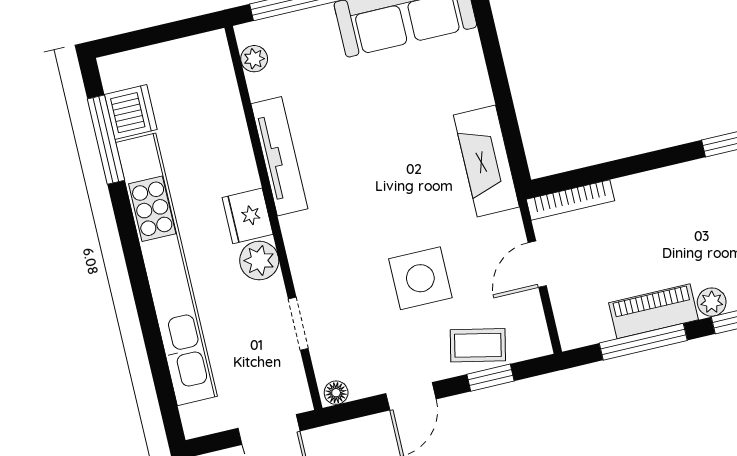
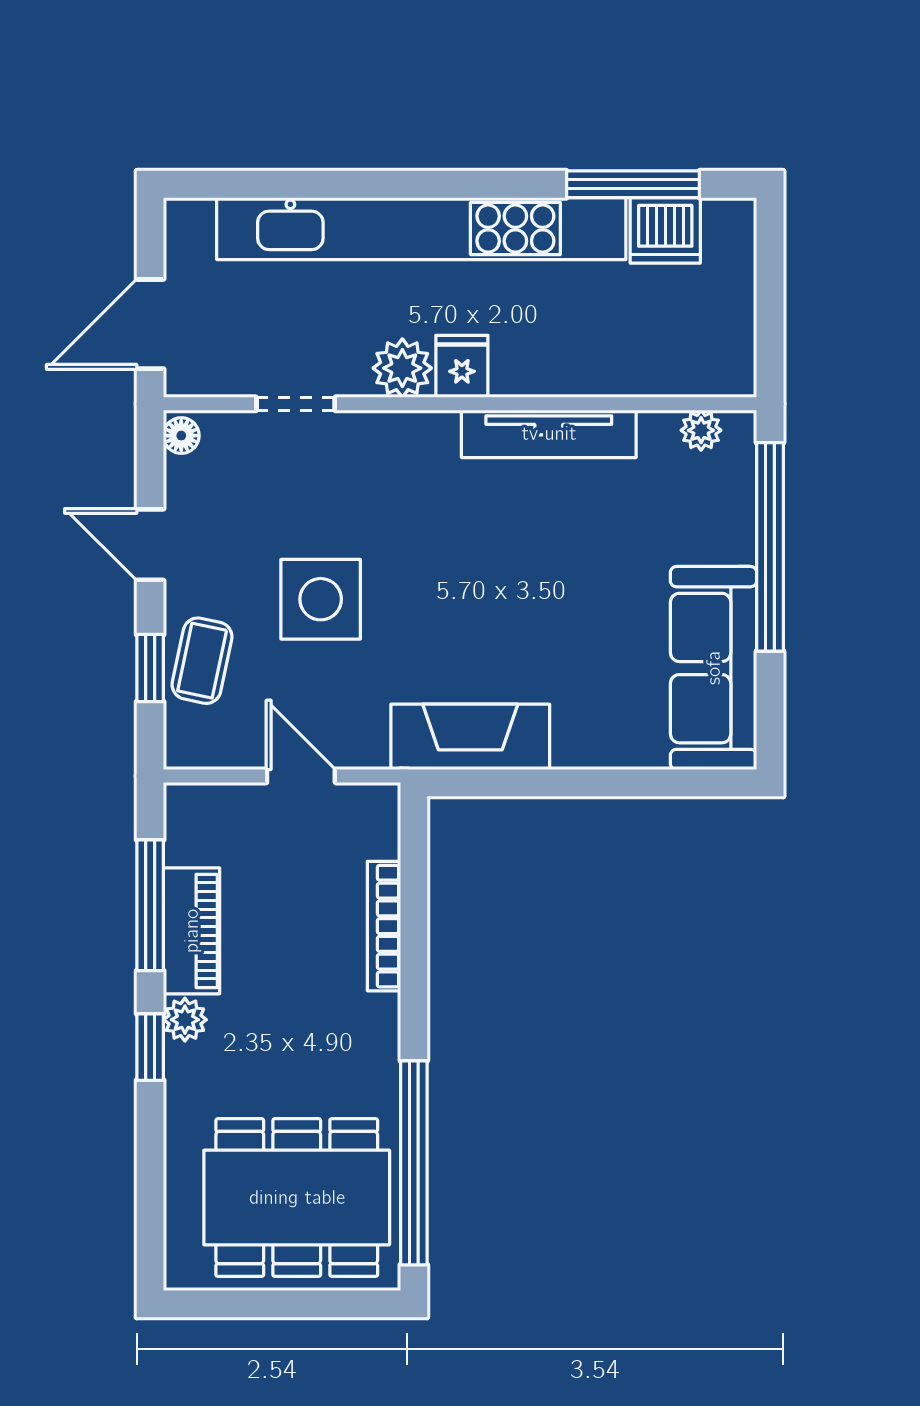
bookcase: (570, 200) -> (384, 926), moved
fridge: (248, 216) -> (462, 366), width x0.72

